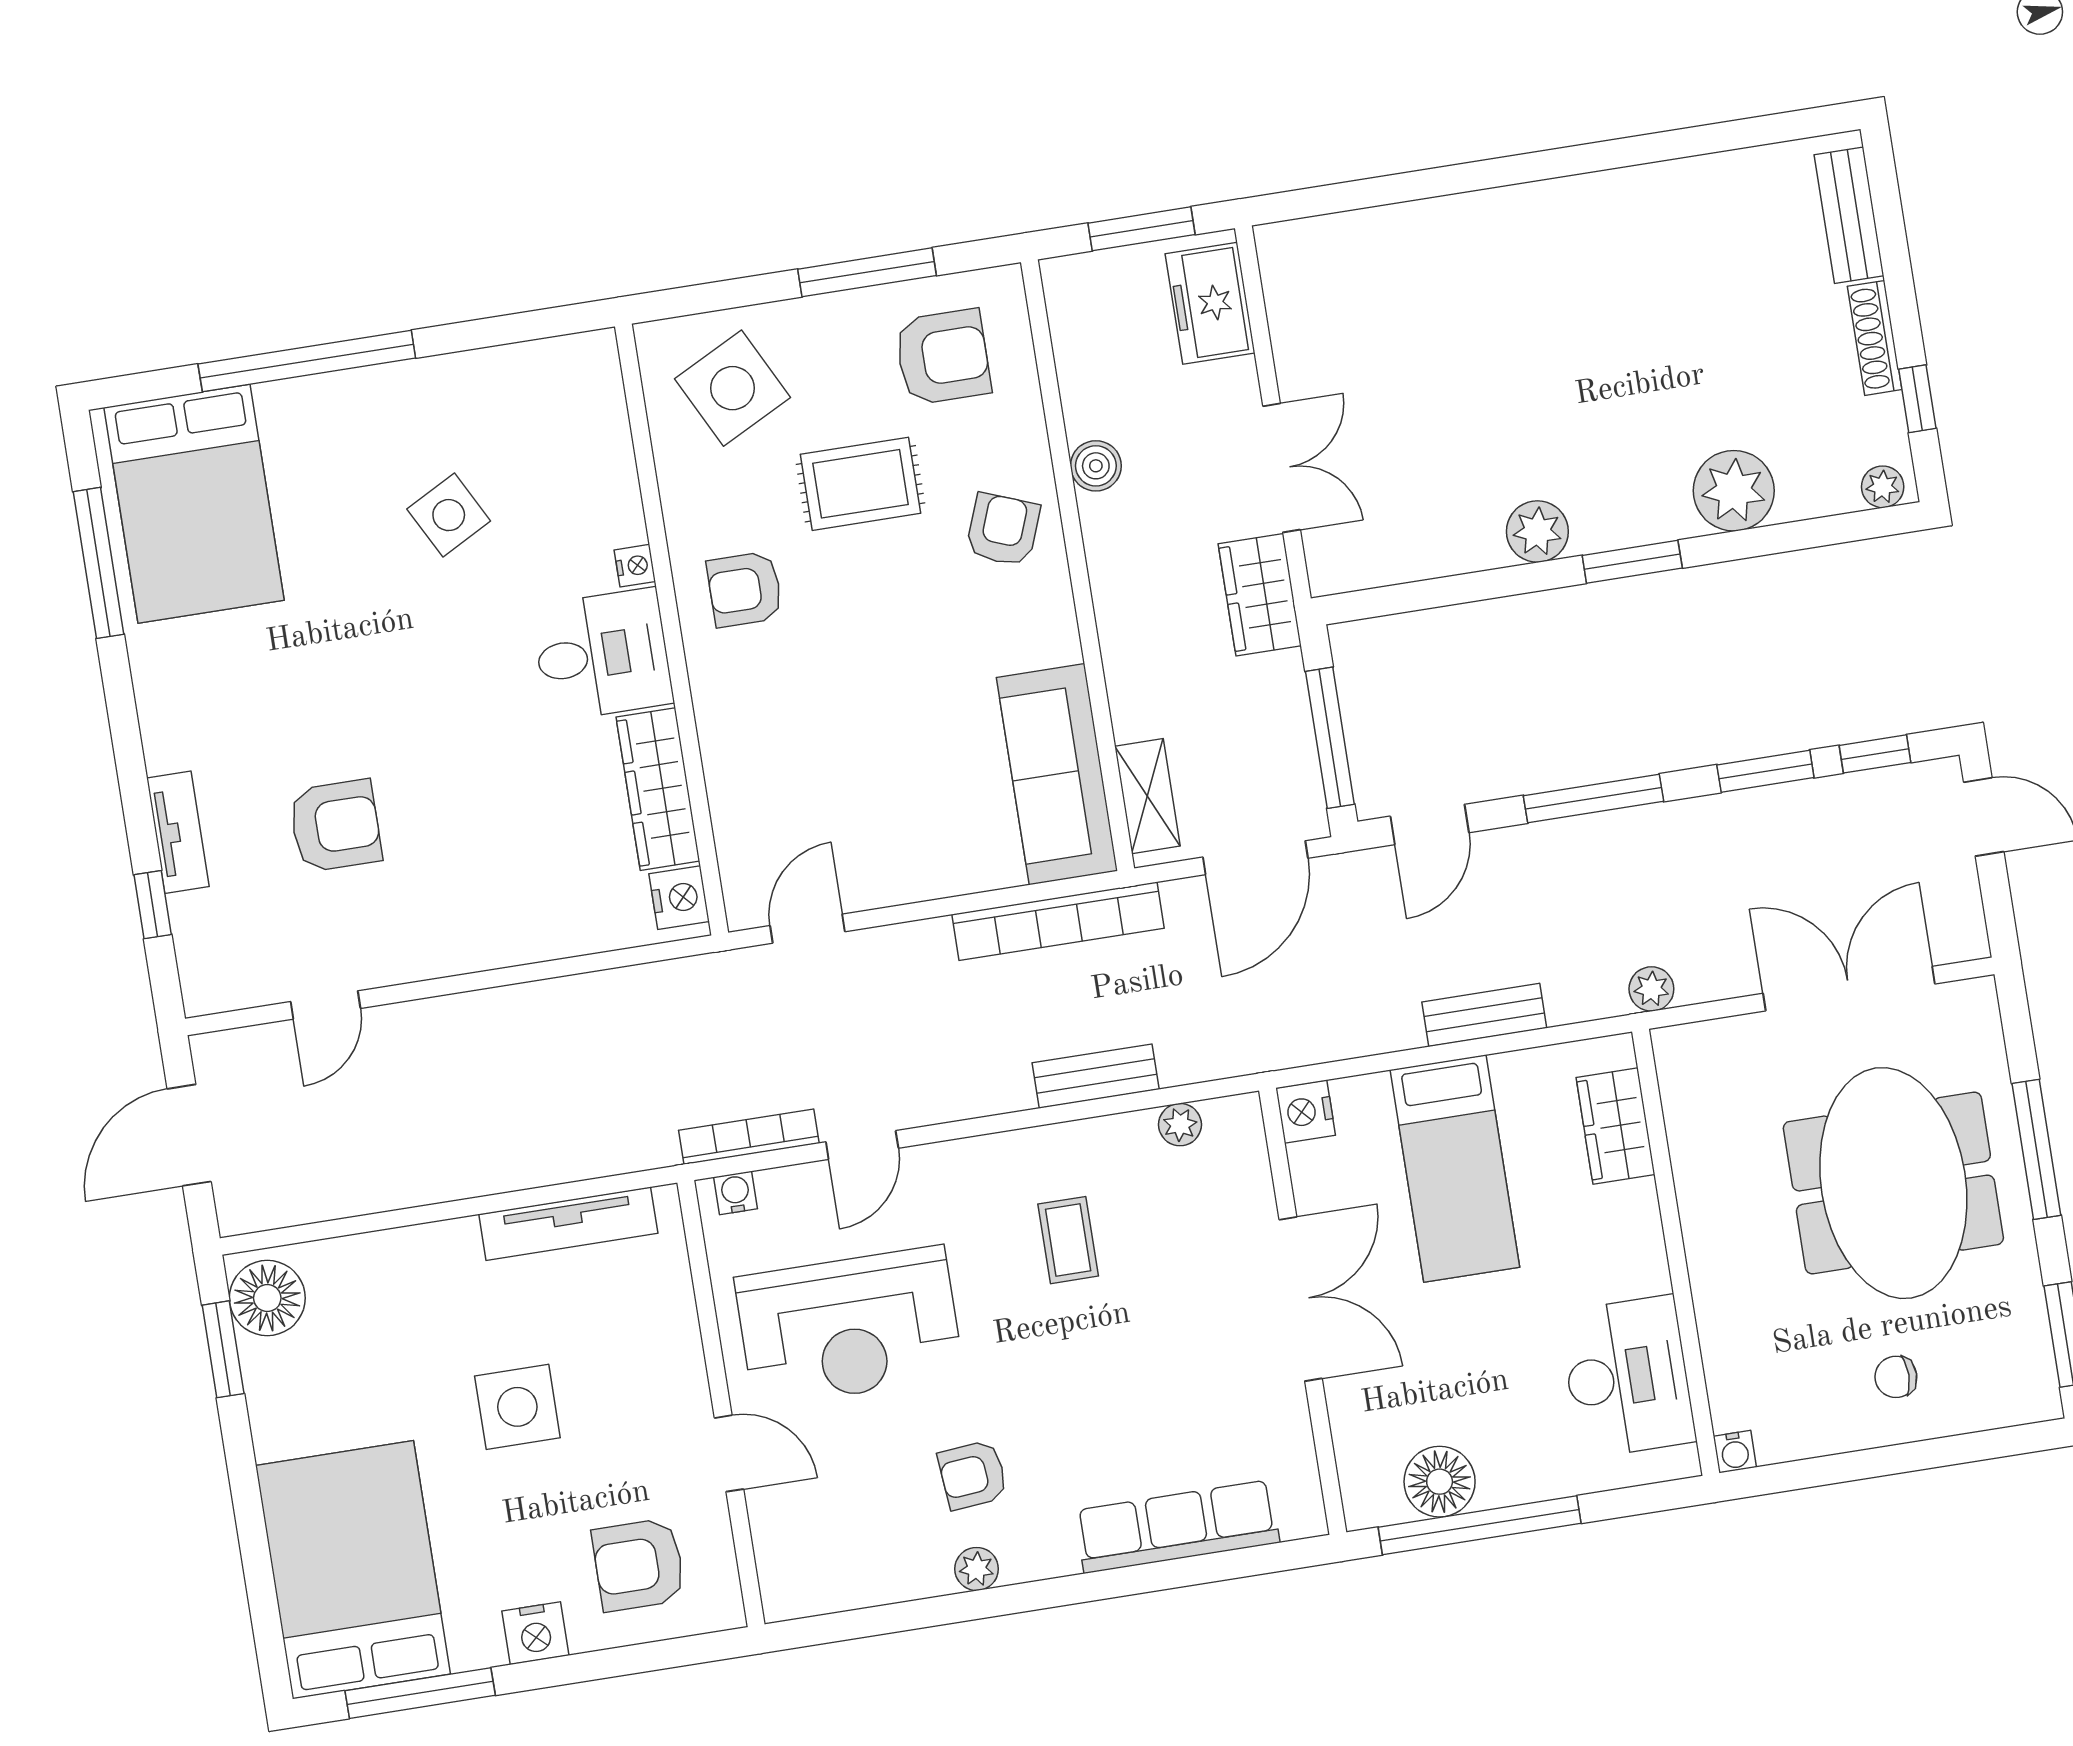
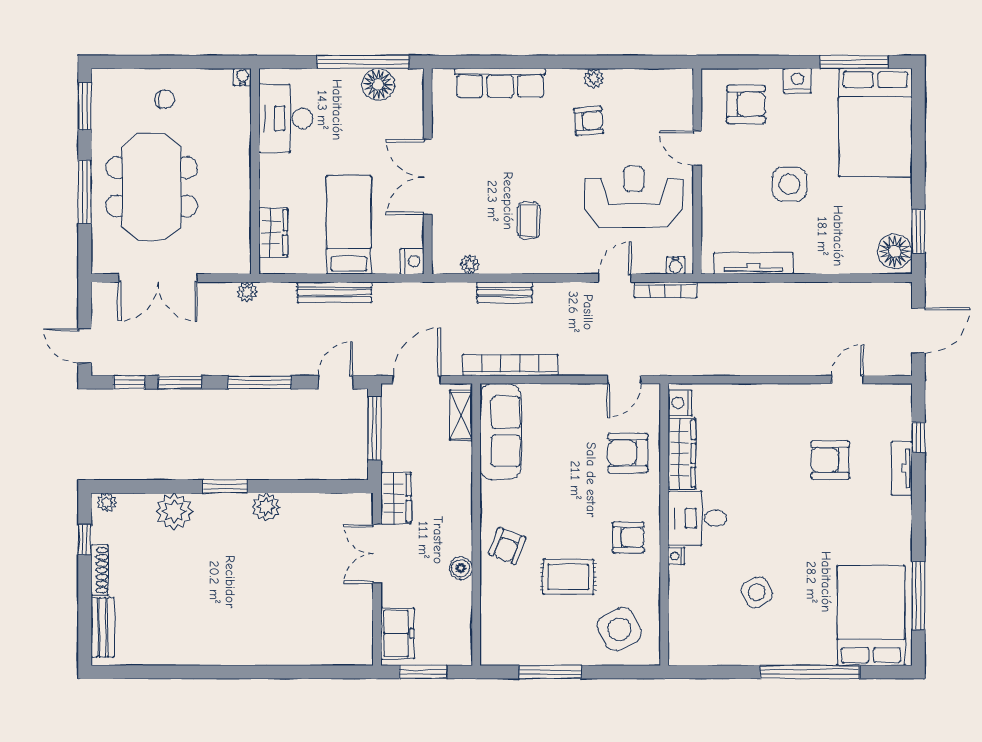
armchair: (943, 357) -> (628, 453), moved
bench: (1484, 1015) -> (334, 292), width x1.36

